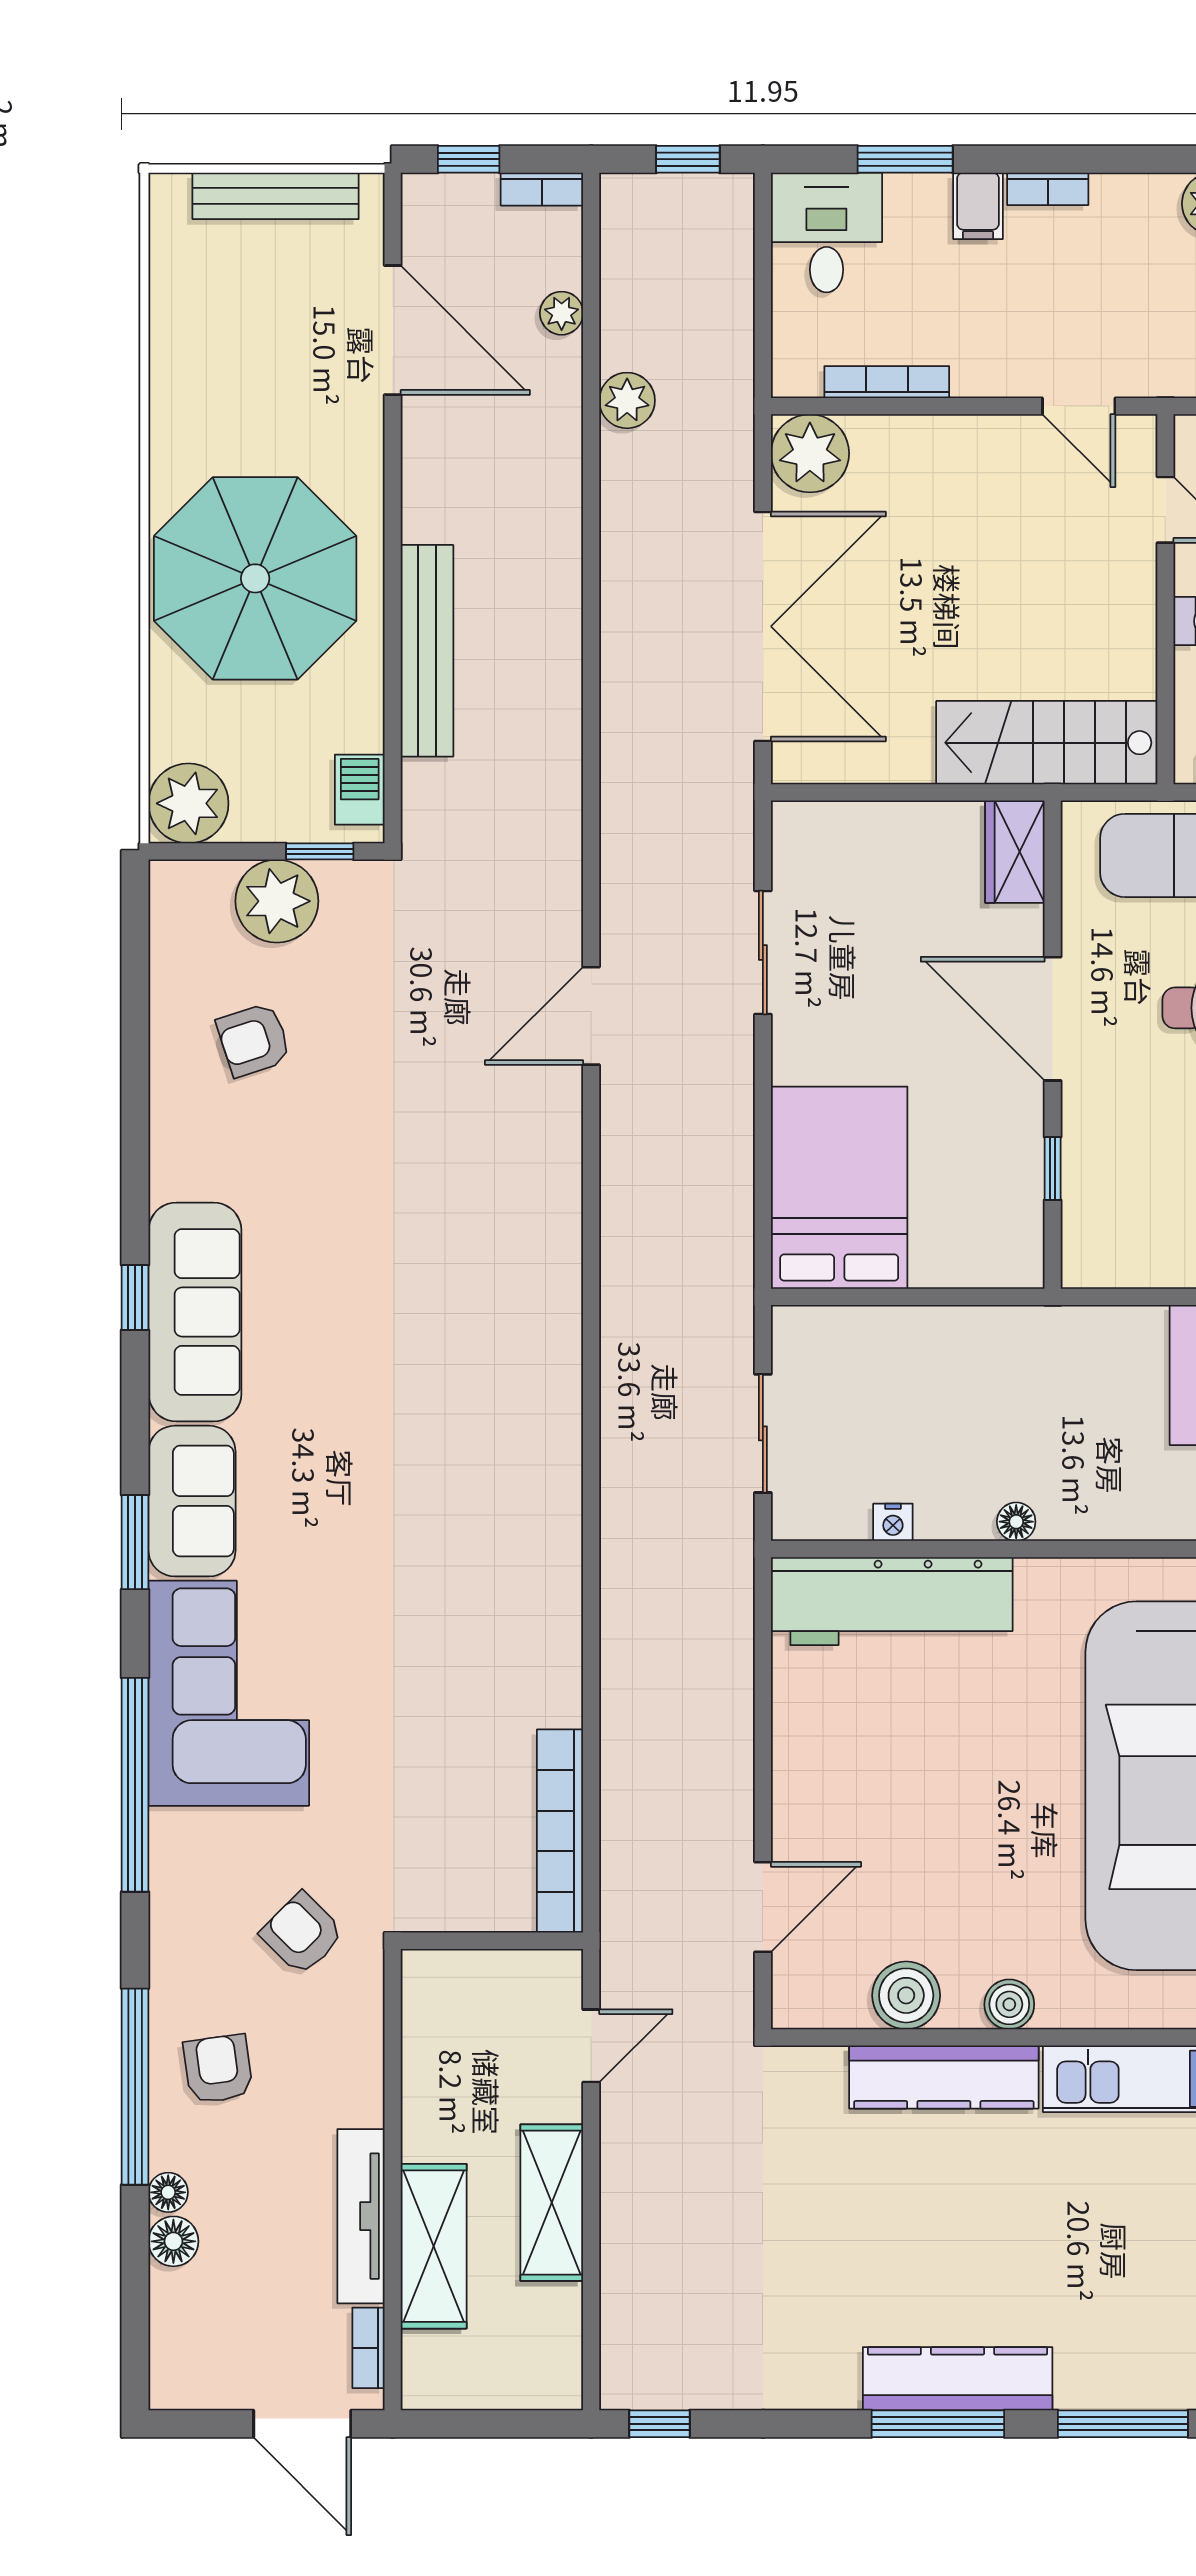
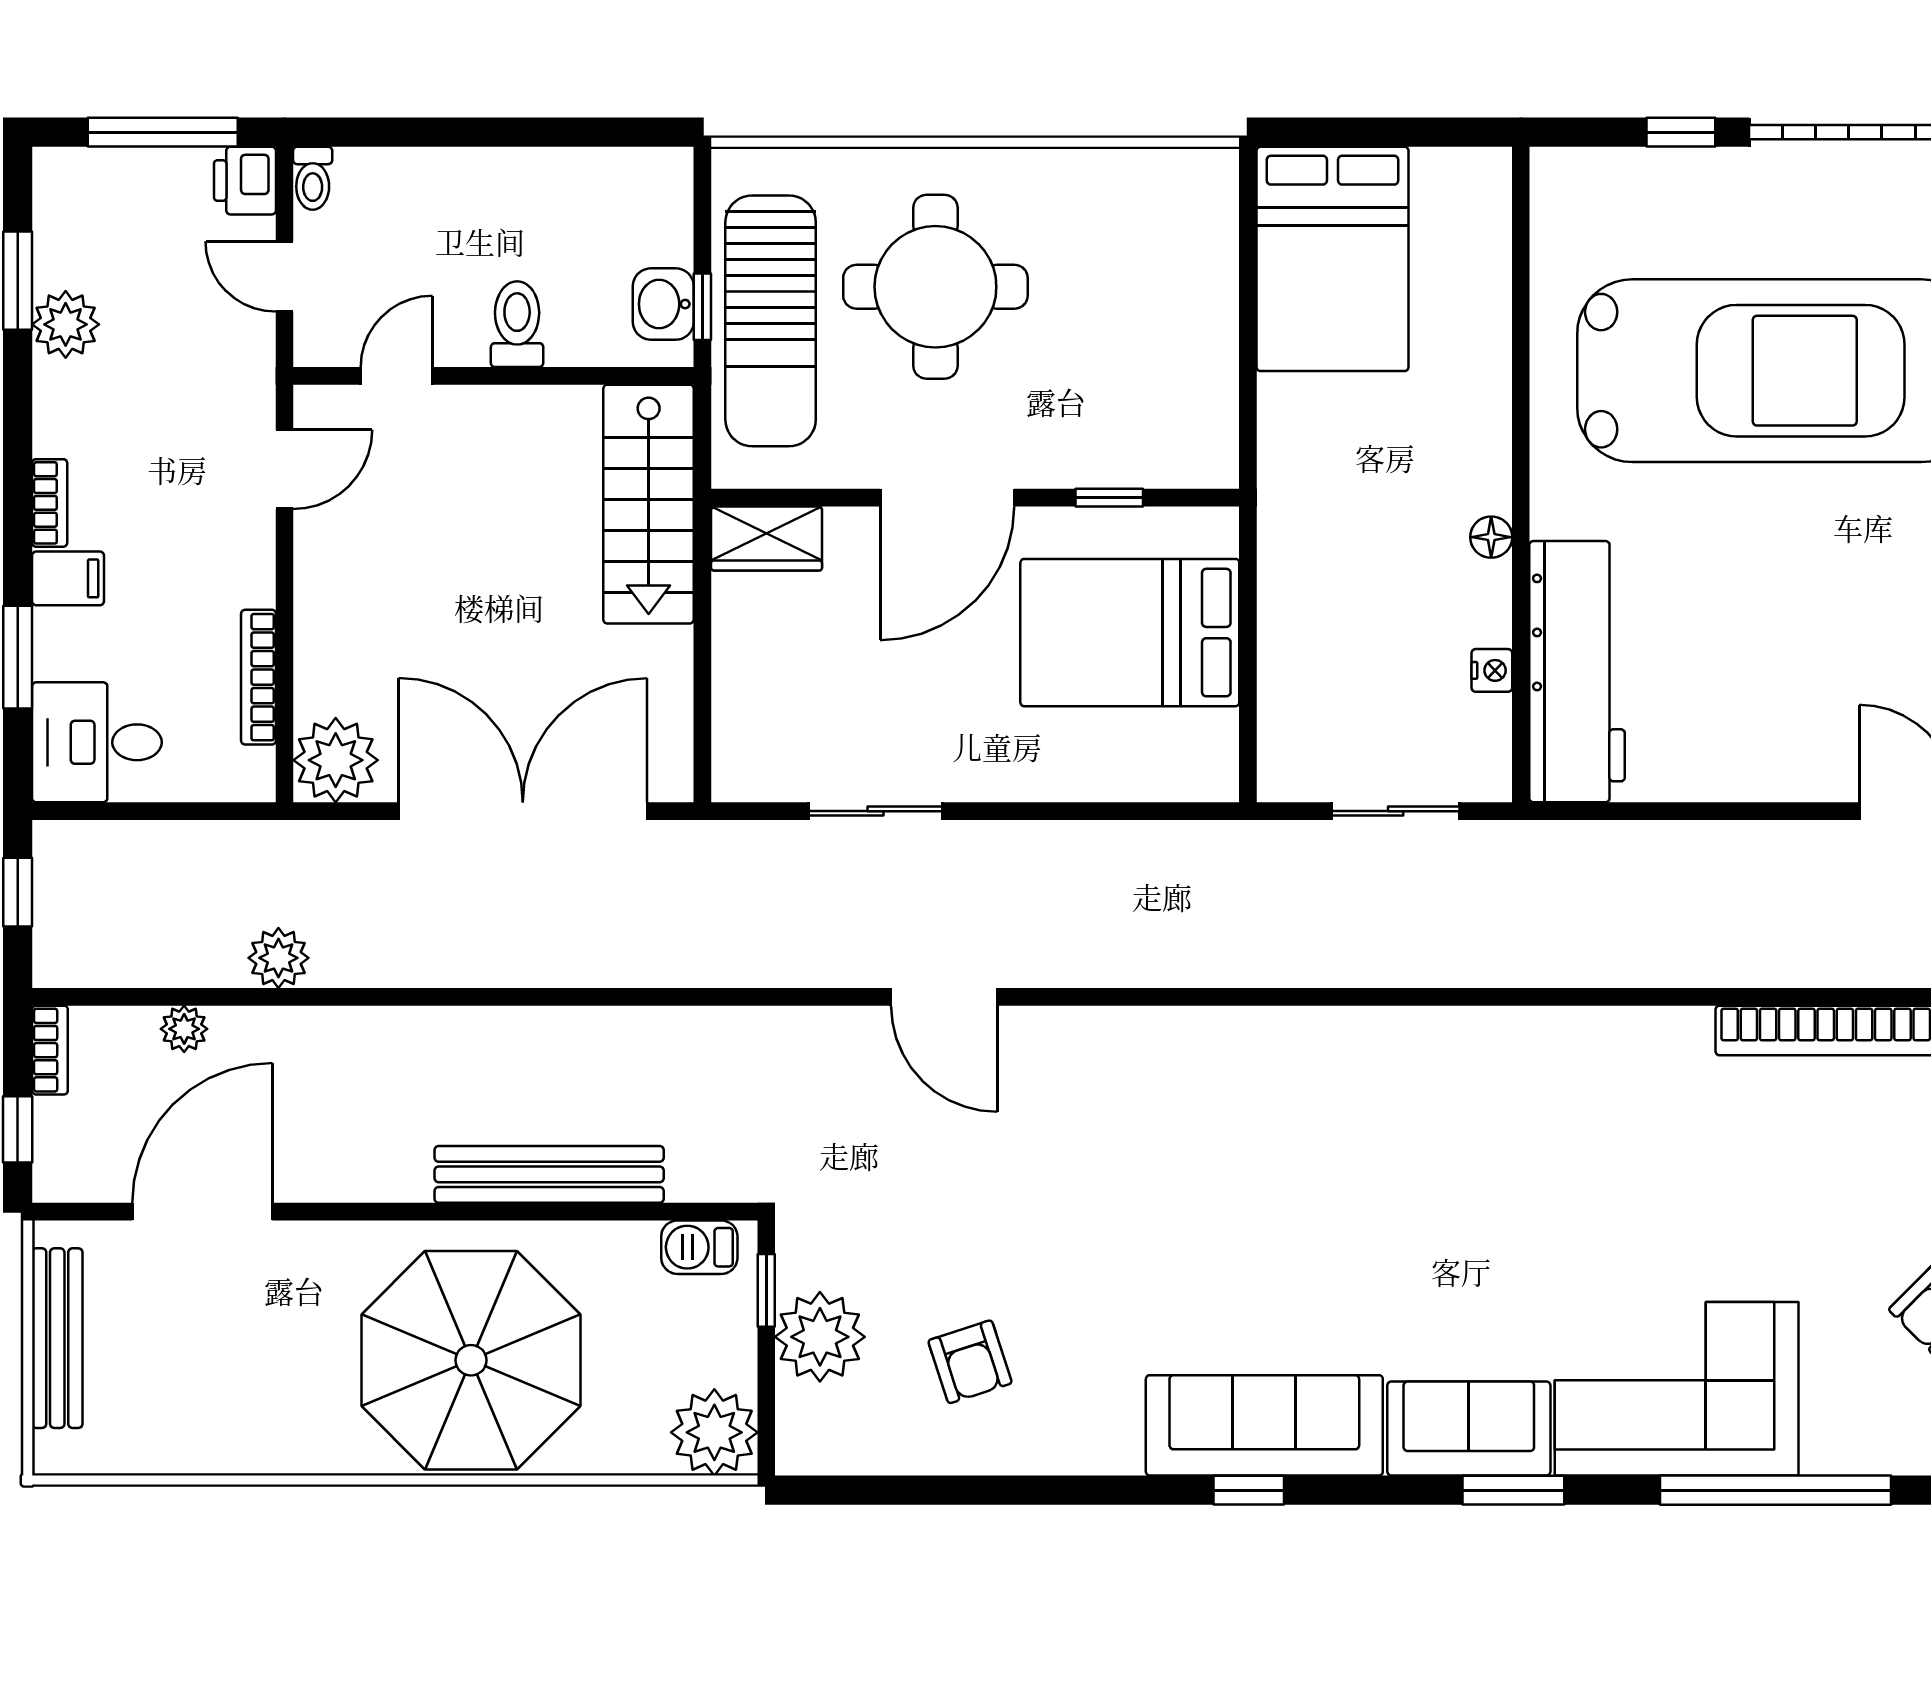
bed: (839, 1188) -> (1130, 633), moved

